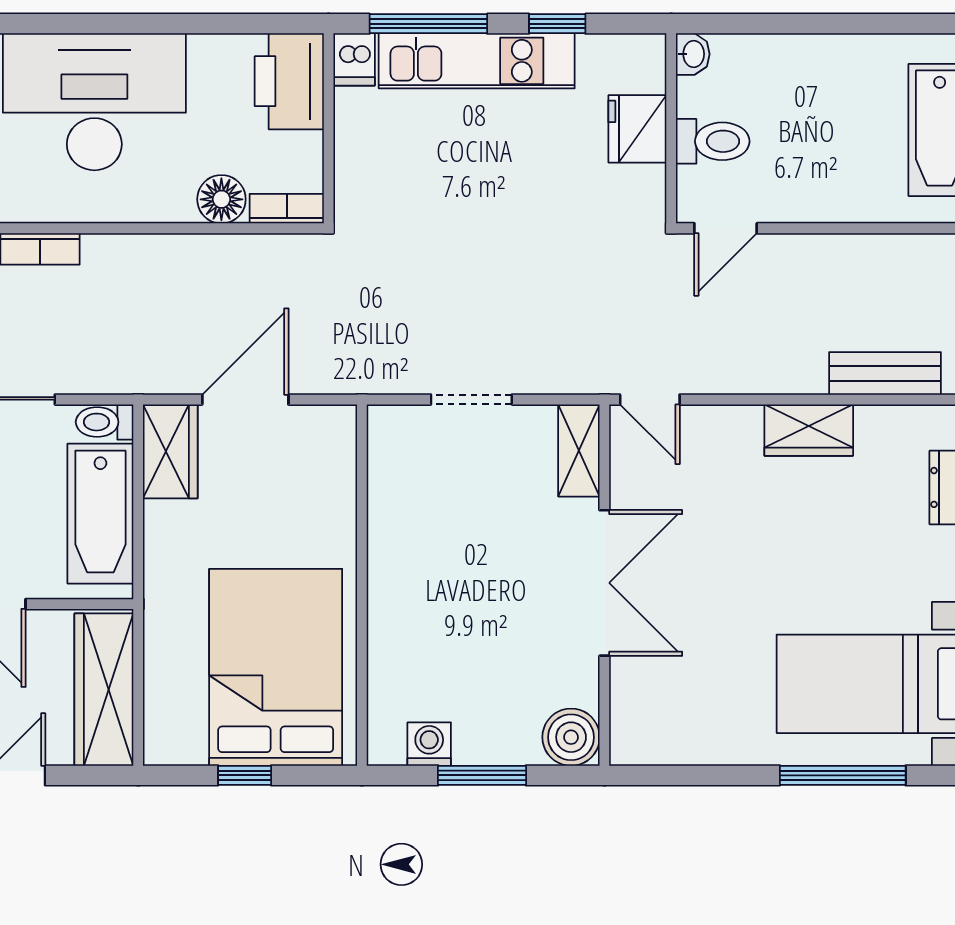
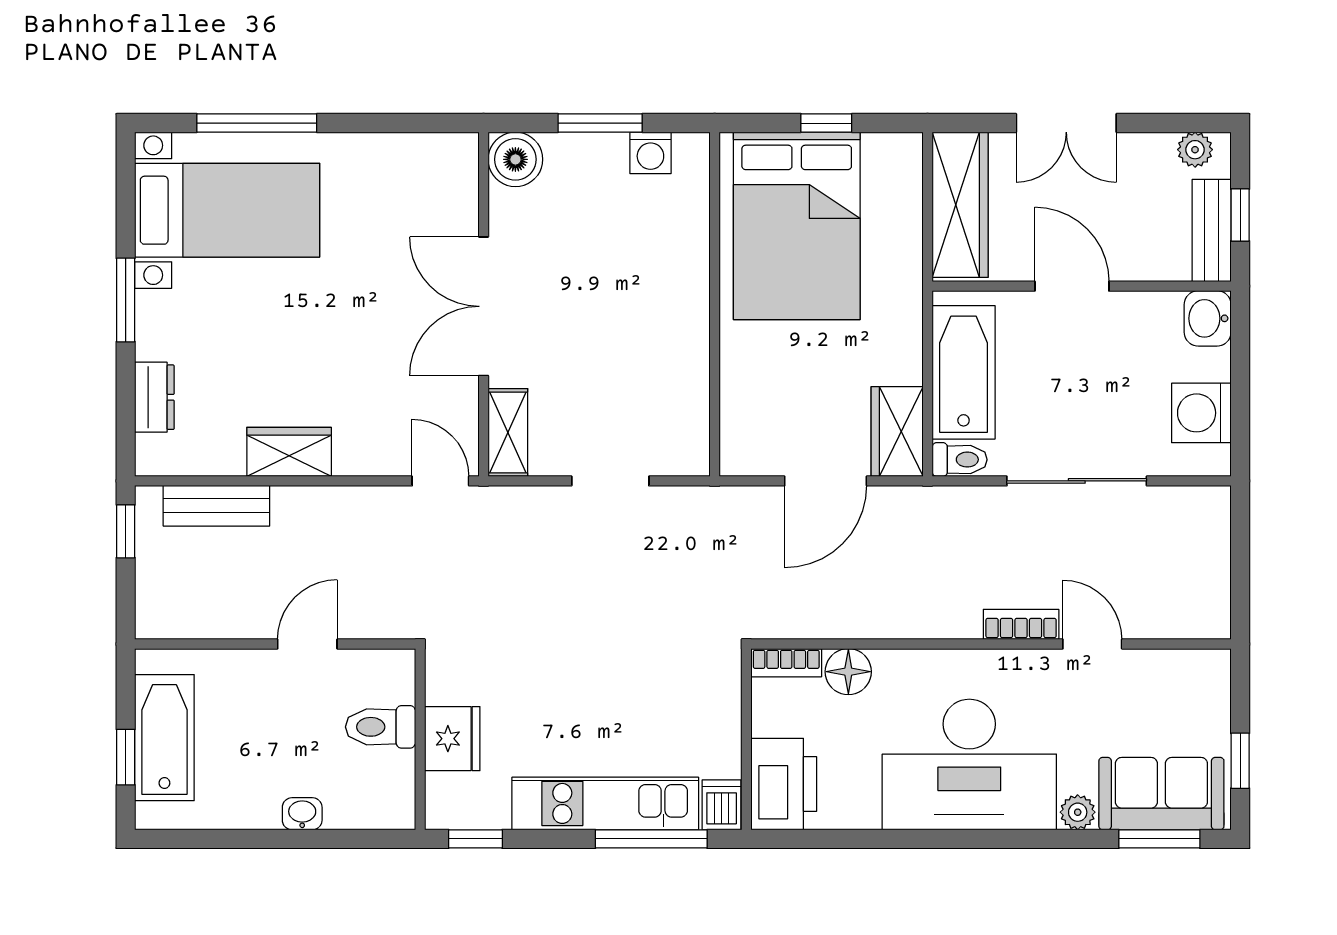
window: (557, 24) -> (475, 839), moved
washbasin: (693, 54) -> (302, 814), moved, turned 90
door: (726, 228) -> (307, 644), moved

